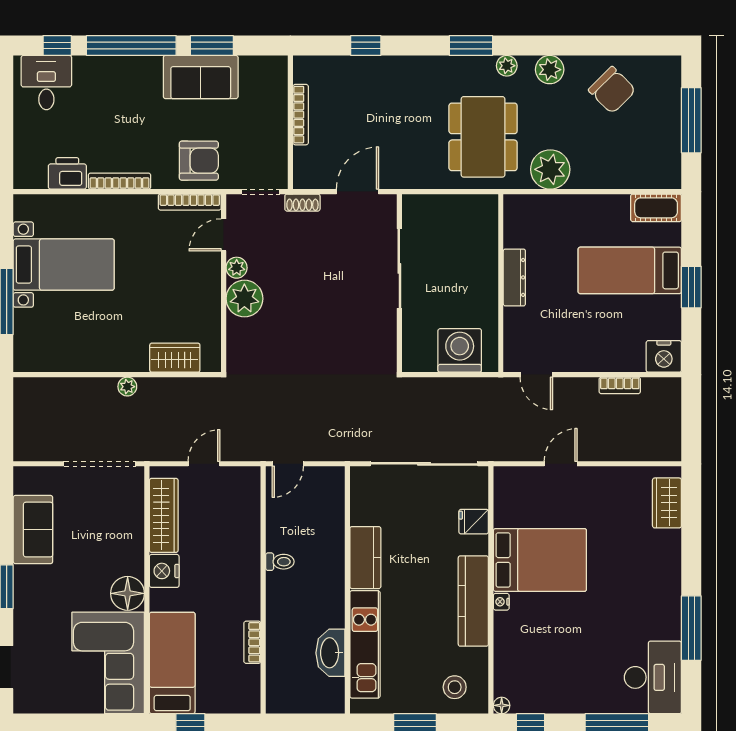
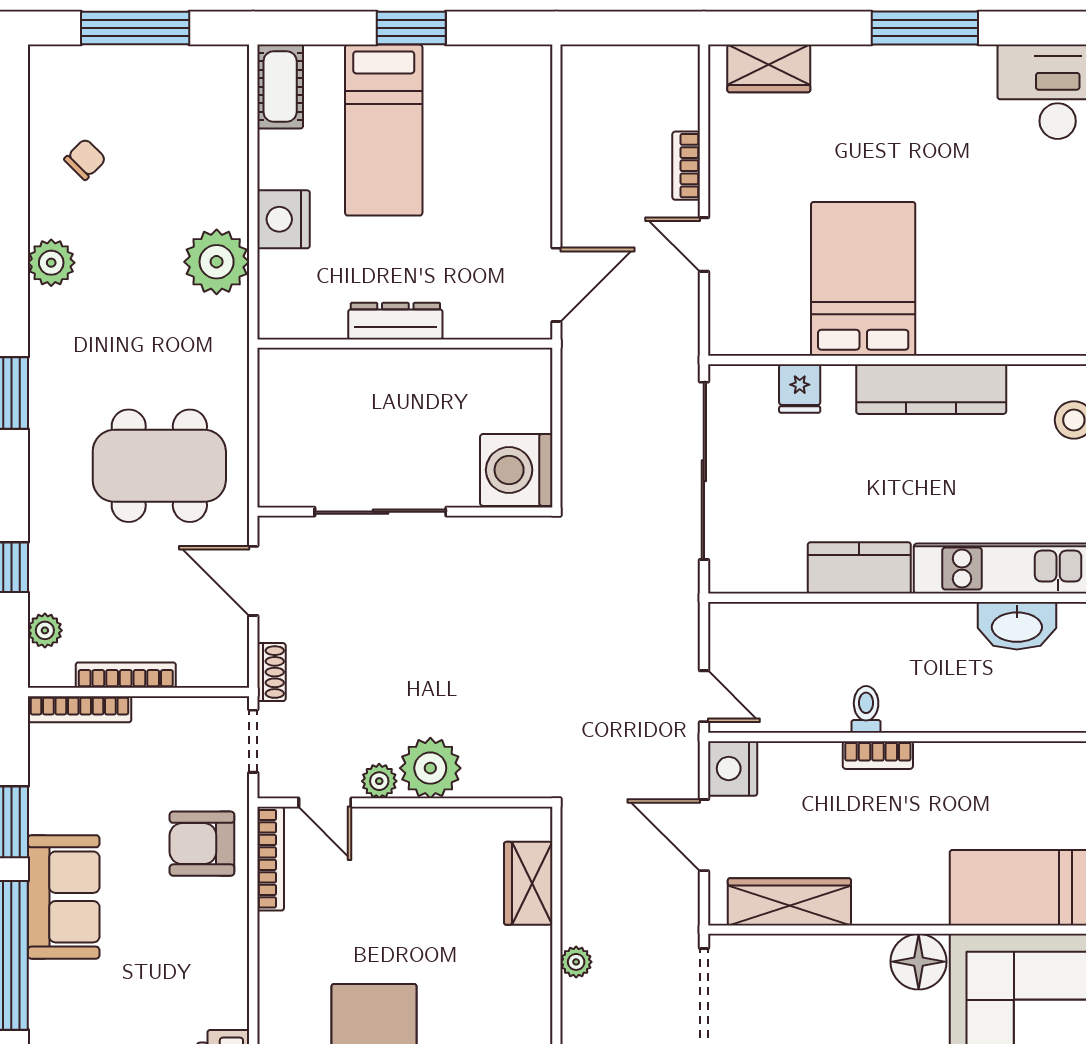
plant: (507, 66) -> (45, 630), moved
sofa: (201, 77) -> (64, 897), moved
chair: (612, 90) -> (85, 159), width x0.54, depth x0.54
dining table: (483, 137) -> (159, 466), moved
armchair: (199, 161) -> (202, 844), turned -90
bookcase: (119, 181) -> (79, 709), moved, turned -90
washing machine: (460, 350) -> (516, 470), moved
nightstand: (664, 356) -> (283, 219), moved, turned 180
door: (536, 375) -> (556, 285), width x1.38
bookcase: (620, 385) -> (686, 166), moved, turned 180
door: (204, 464) -> (704, 835), width x1.38
nightstand: (164, 571) -> (733, 768), moved, turned 90
nightstand: (501, 602) -> (932, 343), removed
window: (691, 628) -> (925, 28), moved
bookcase: (252, 642) -> (878, 755), moved

